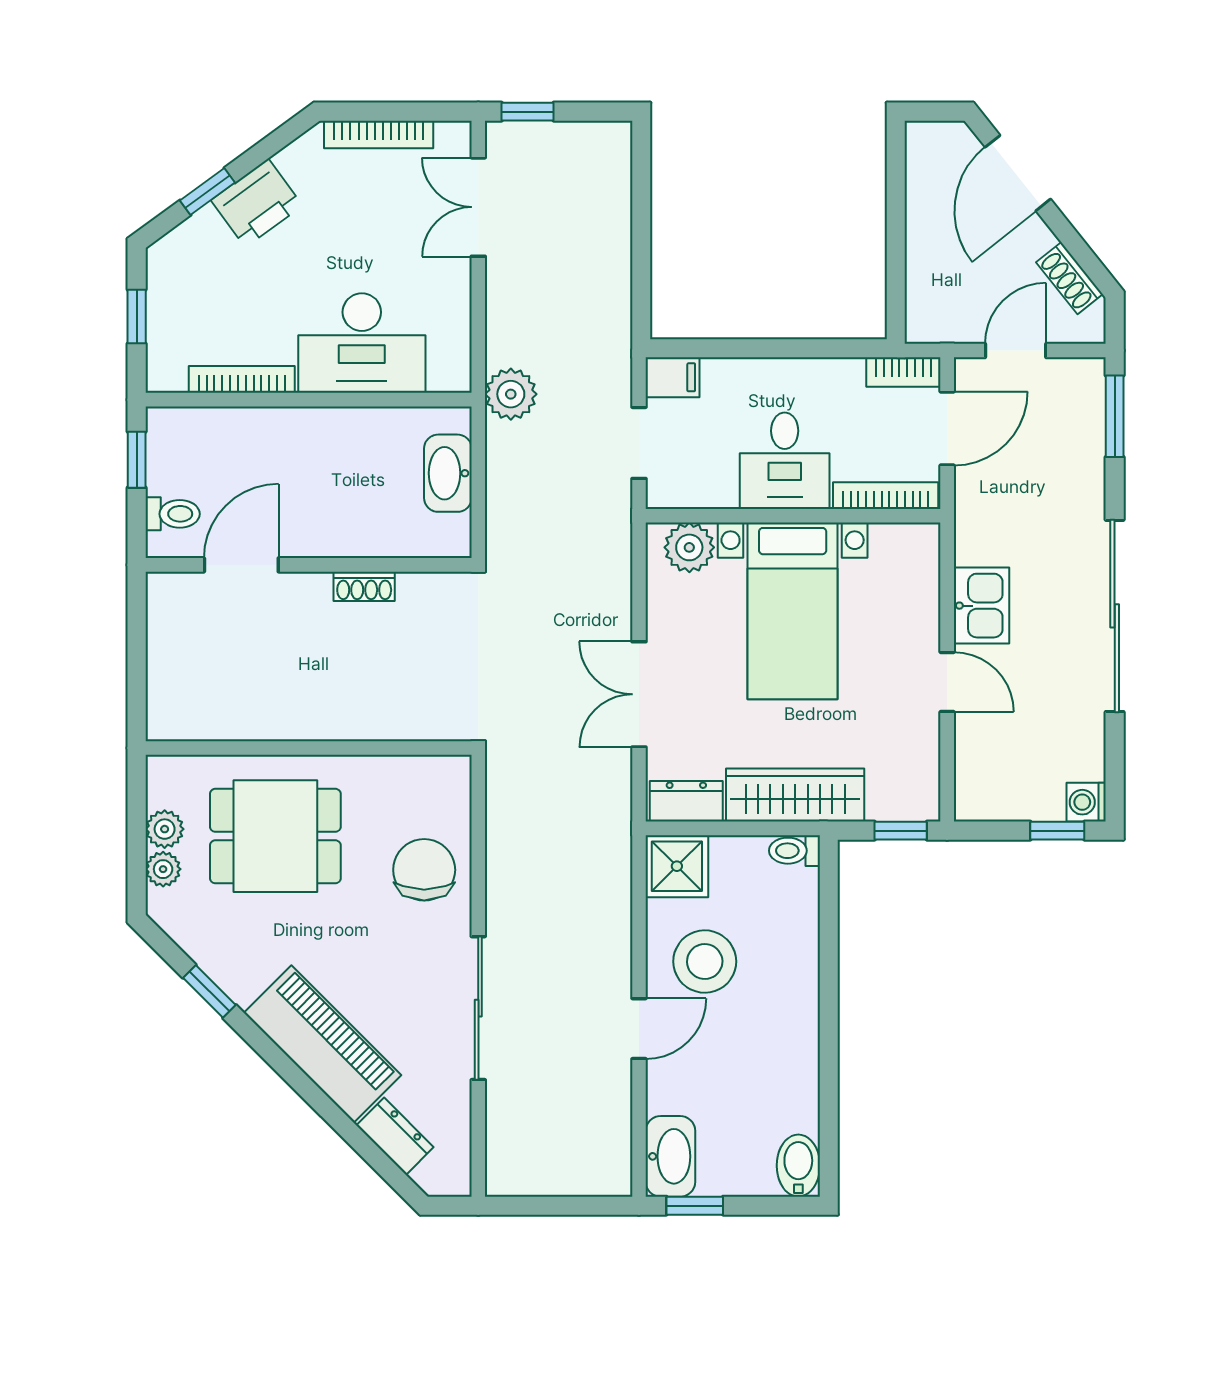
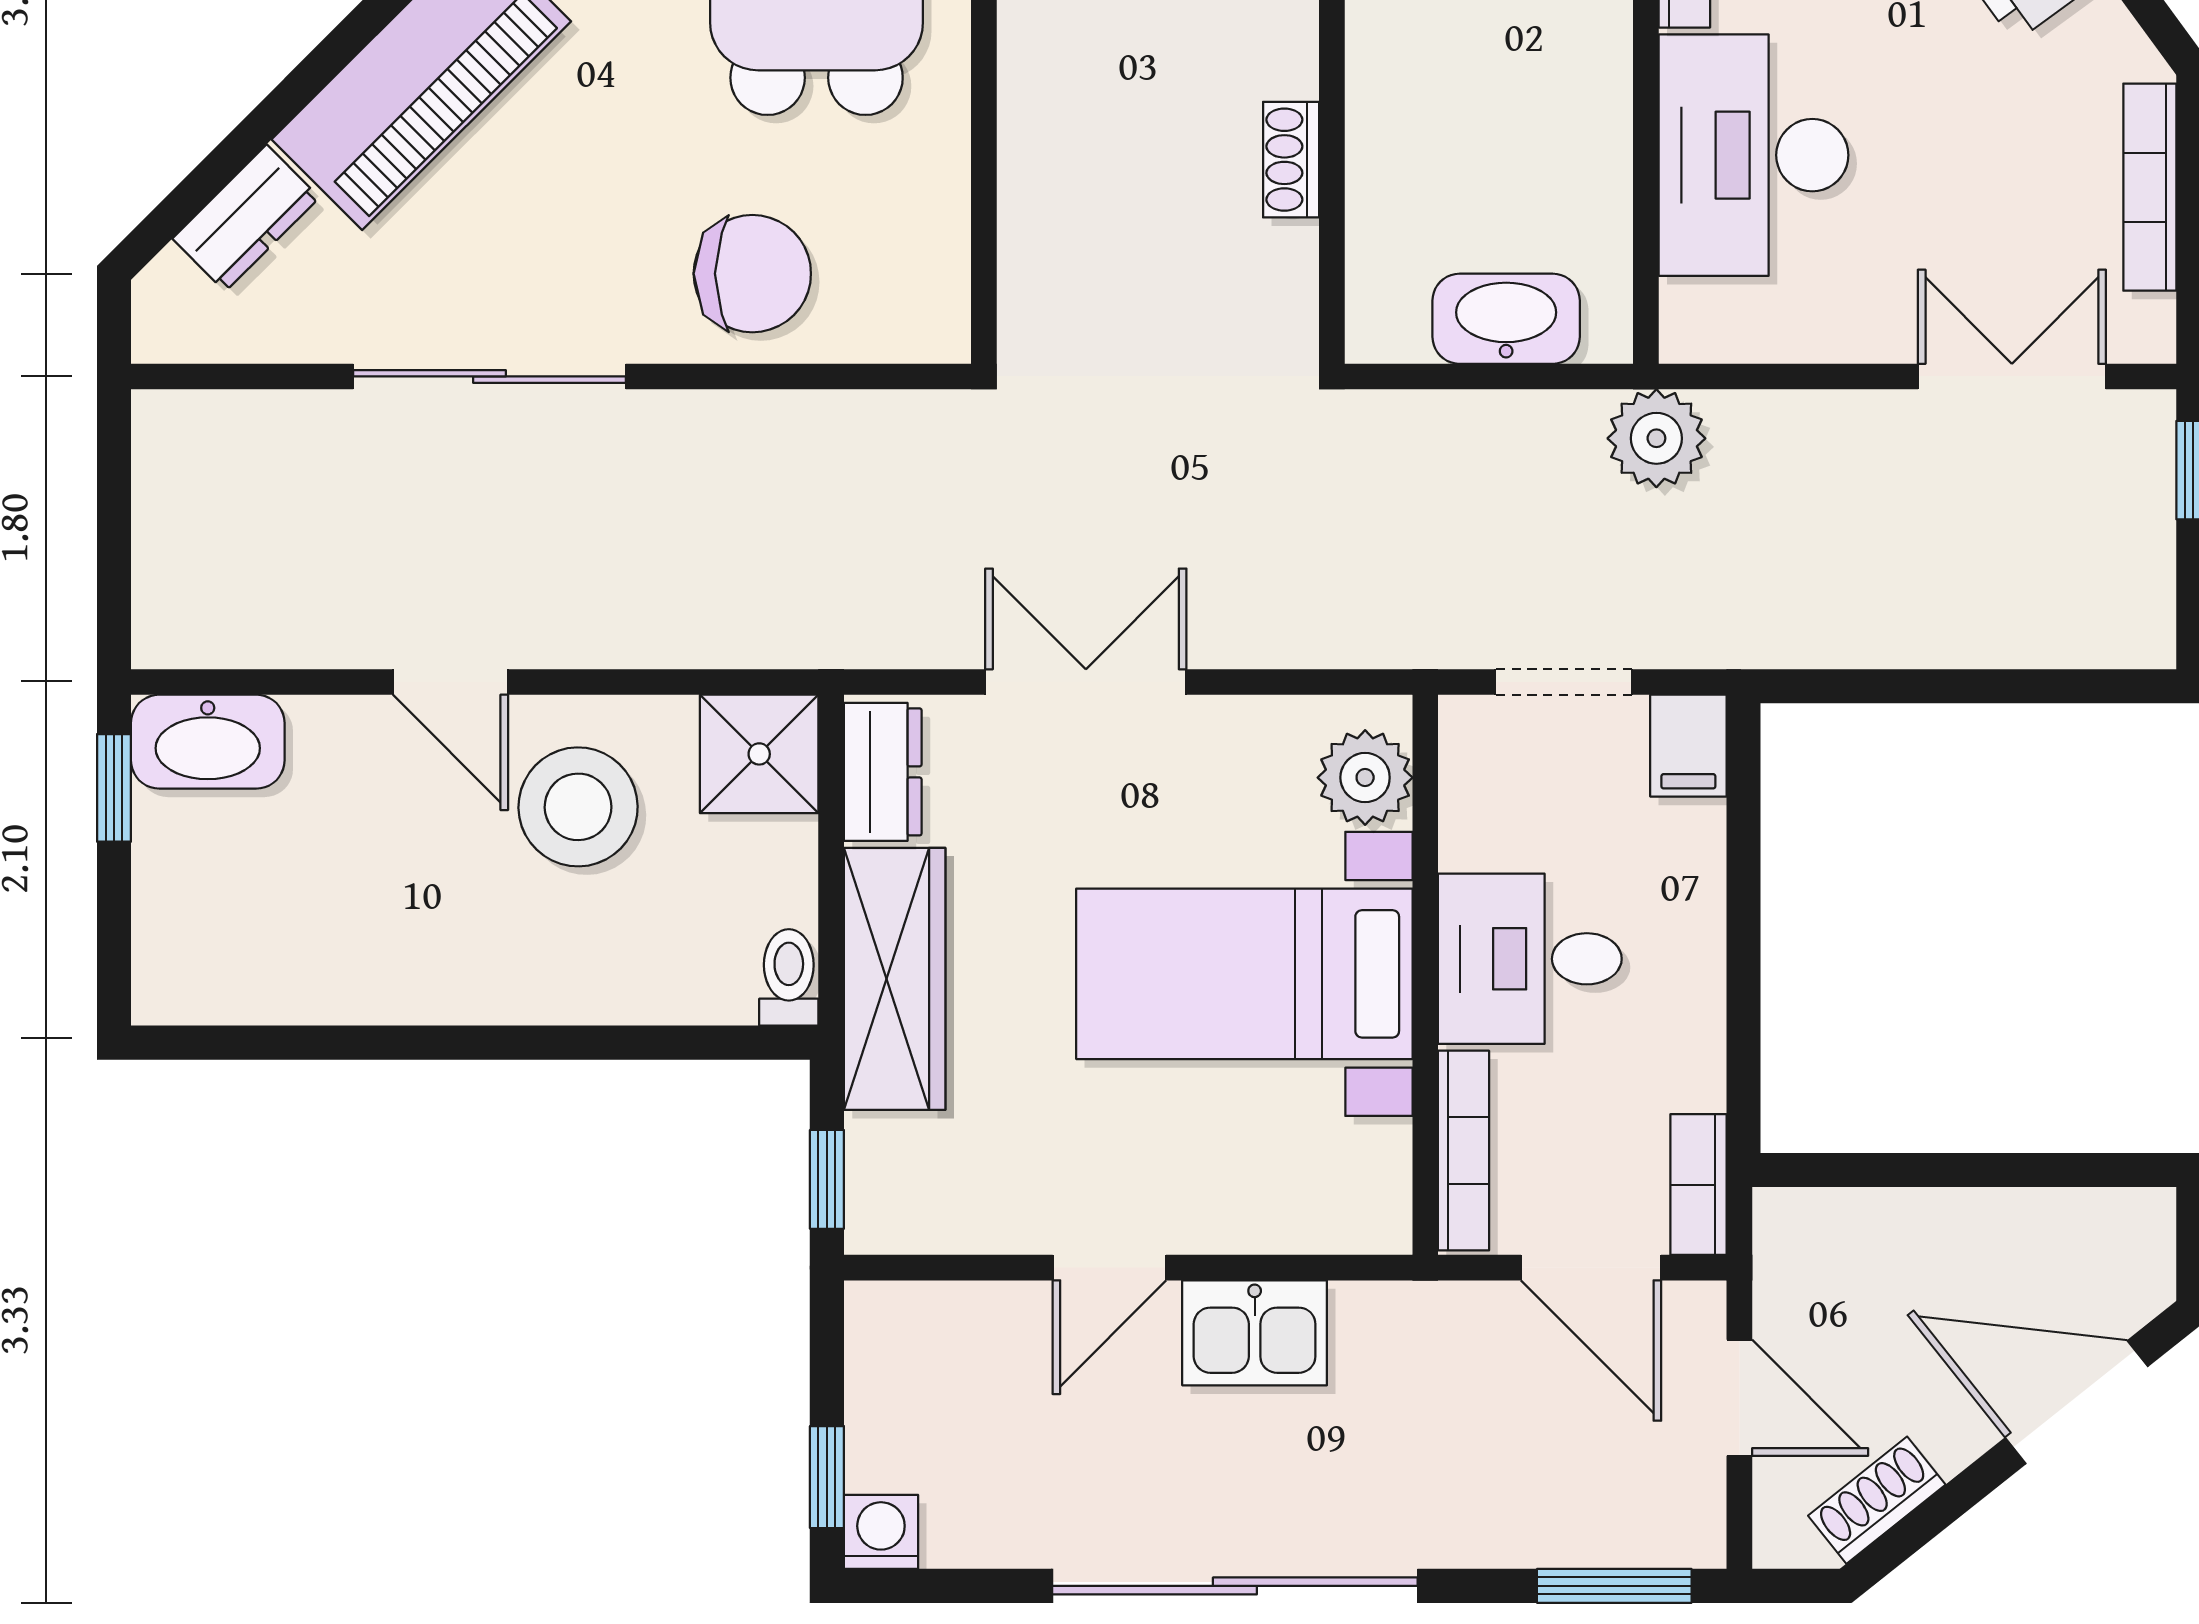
bidet: (798, 1166) -> (190, 985), removed

